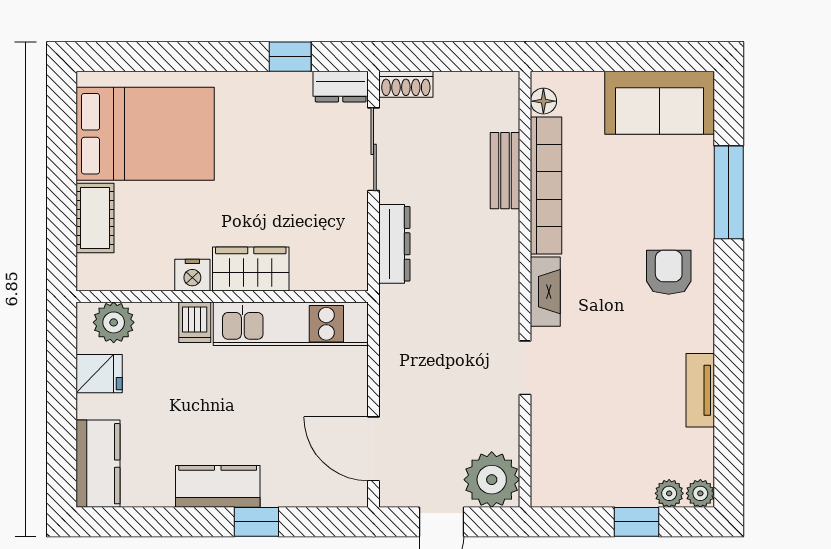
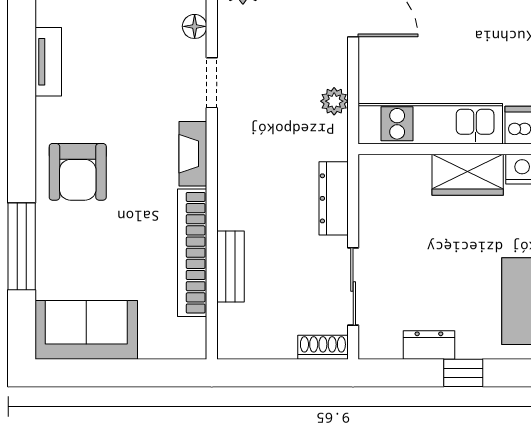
window: (290, 57) -> (463, 373), moved
dresser: (341, 87) -> (429, 345), moved
floor lamp: (543, 101) -> (195, 26), moved
armchair: (669, 272) -> (78, 172), width x1.38, depth x1.38
plant: (394, 348) -> (334, 101), added

